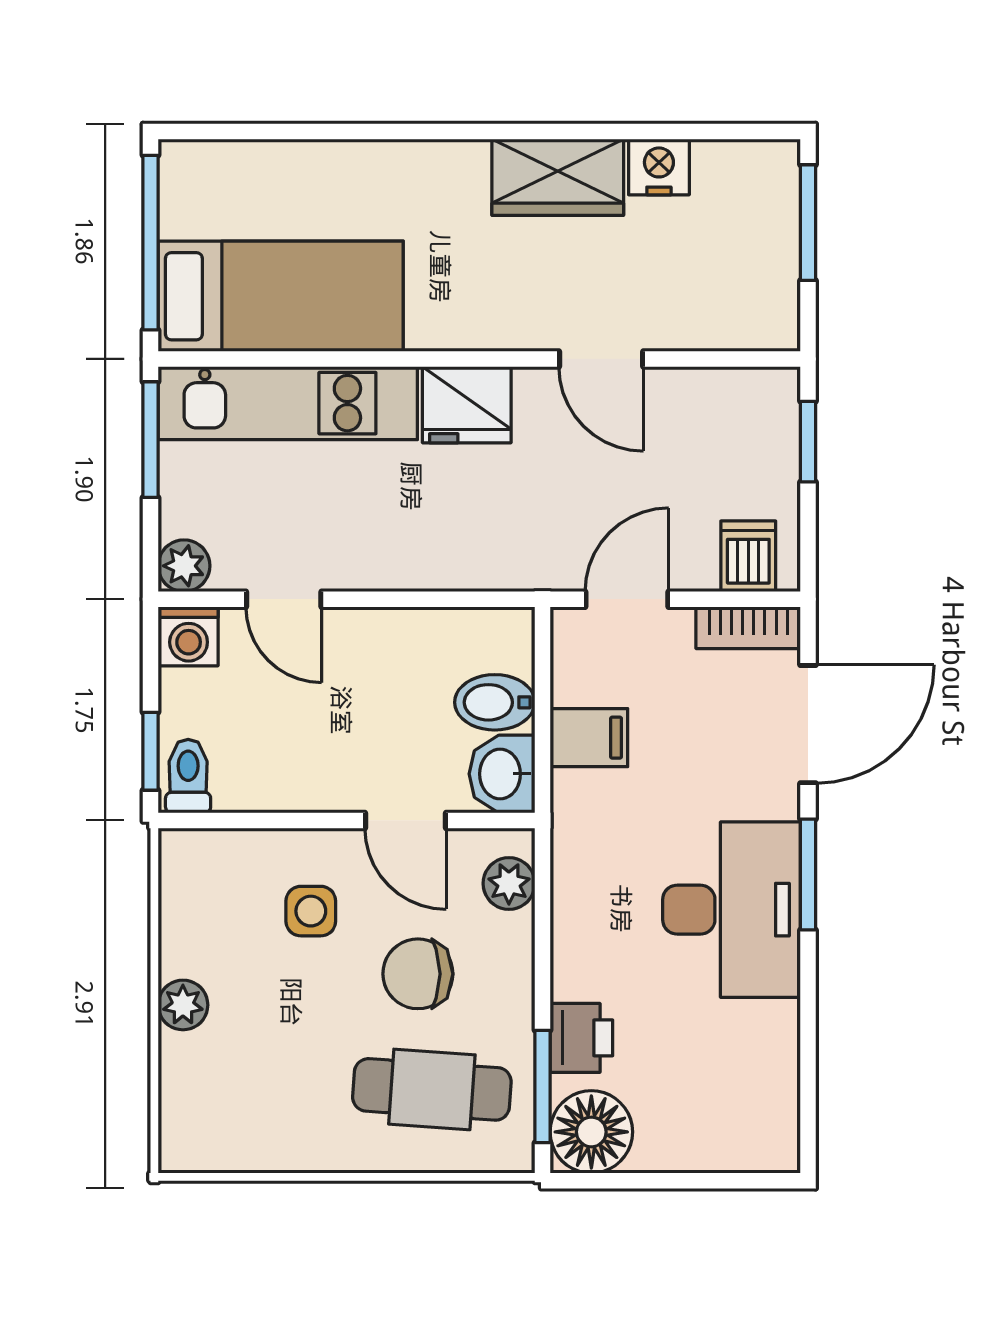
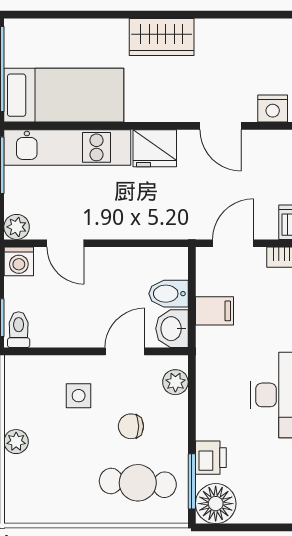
nightstand: (659, 167) -> (273, 109), moved, turned 180
wardrobe: (558, 177) -> (162, 37), moved
door: (406, 820) -> (125, 351), swing flipped
chair: (418, 974) -> (131, 426), width x0.73, depth x0.73

